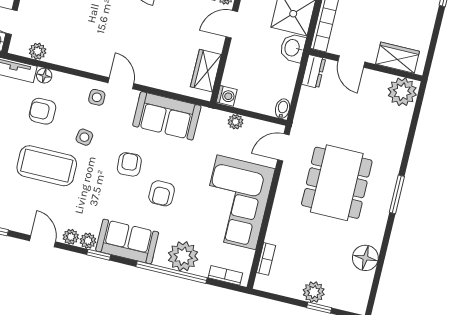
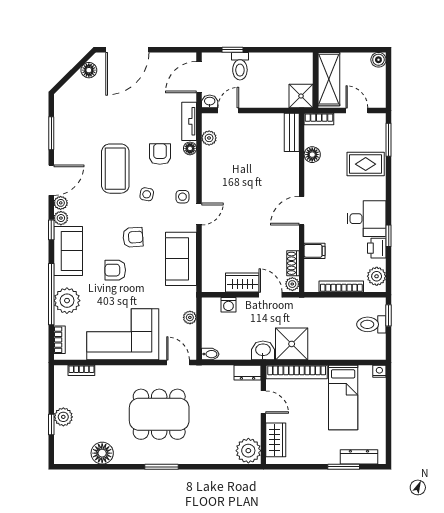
door: (351, 62) -> (263, 402), swing flipped
wardrobe: (206, 71) -> (242, 282), moved
washing machine: (227, 96) -> (228, 305), moved
door: (43, 241) -> (51, 180), width x1.37

